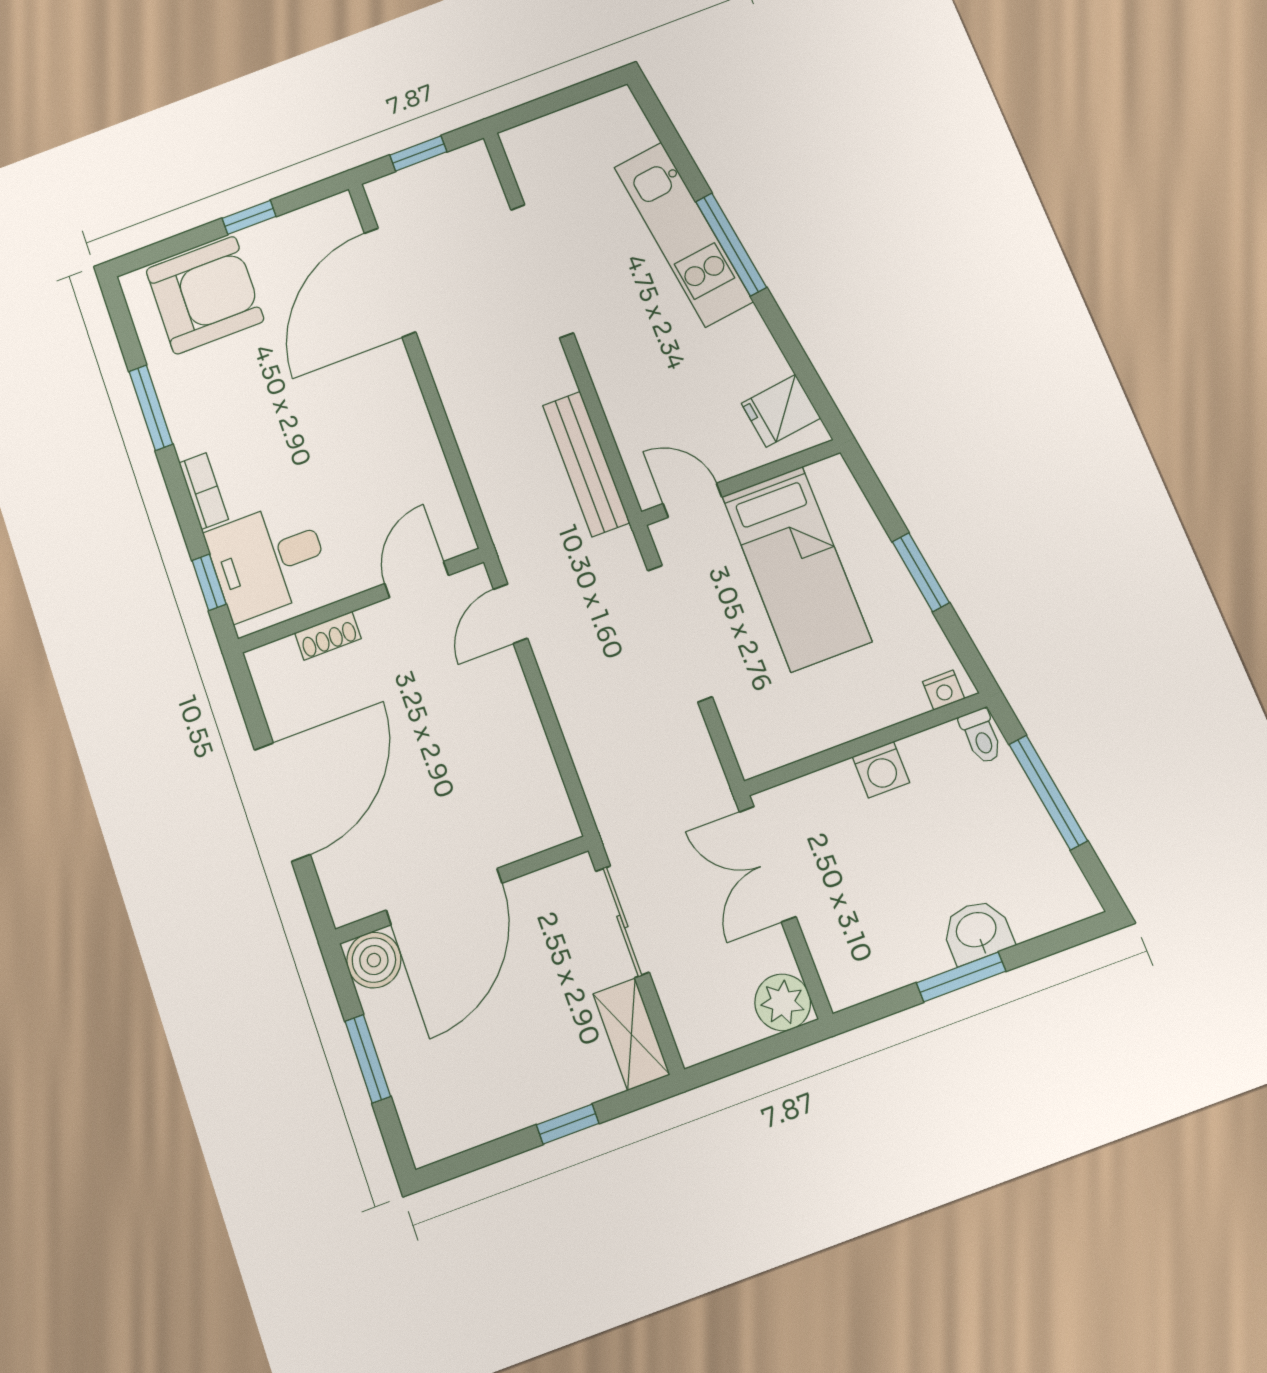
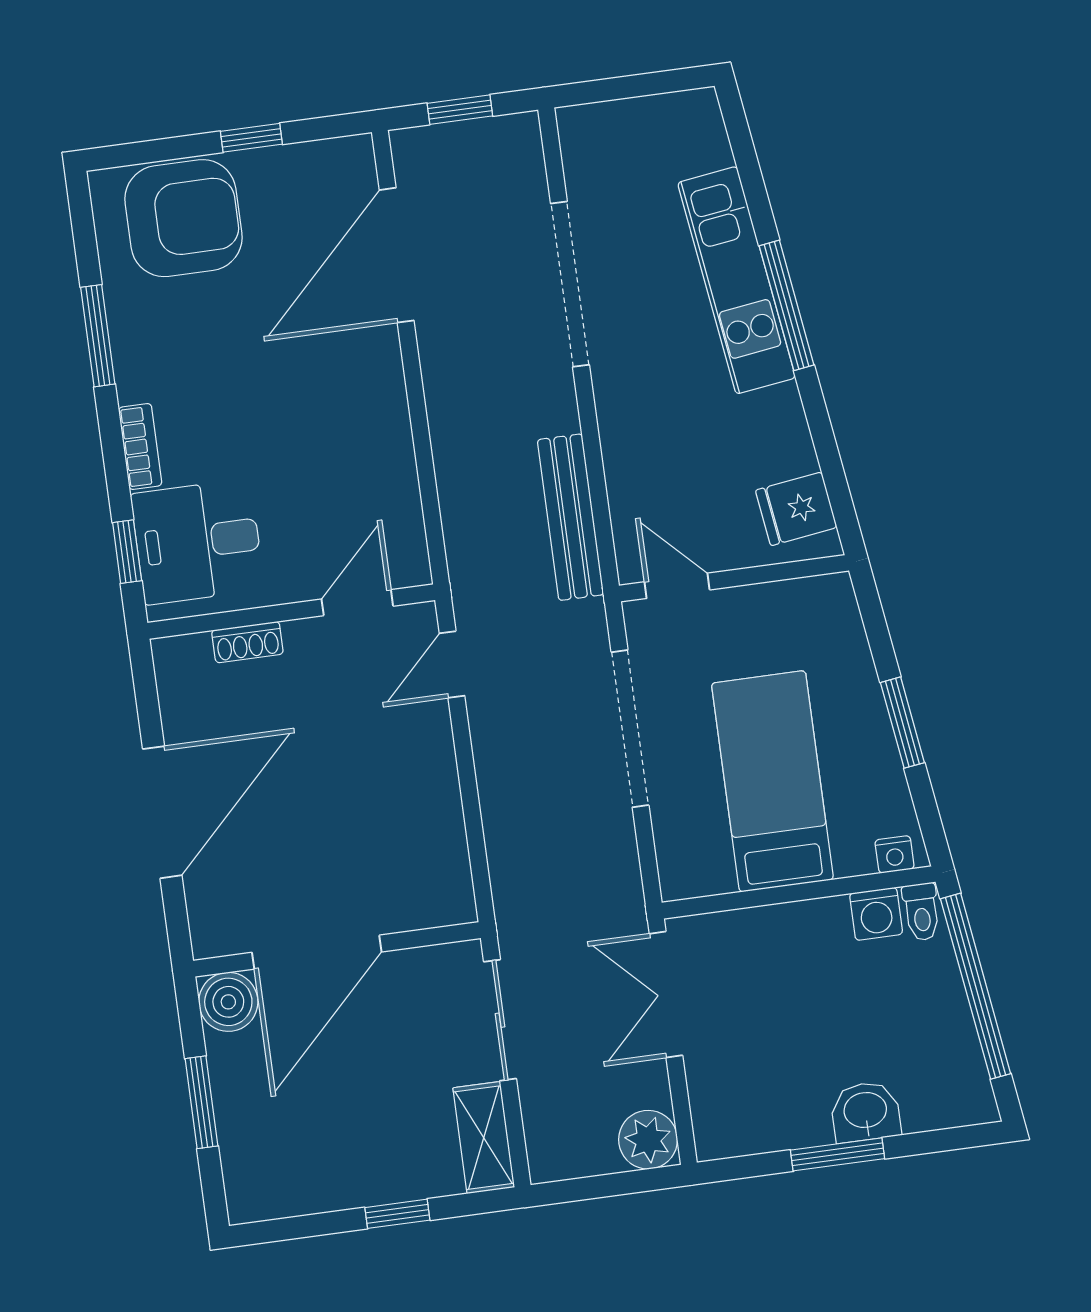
bed: (796, 569) -> (772, 781), moved, turned 180
washing machine: (881, 770) -> (876, 914), moved
window: (1048, 792) -> (976, 986), width x1.46

